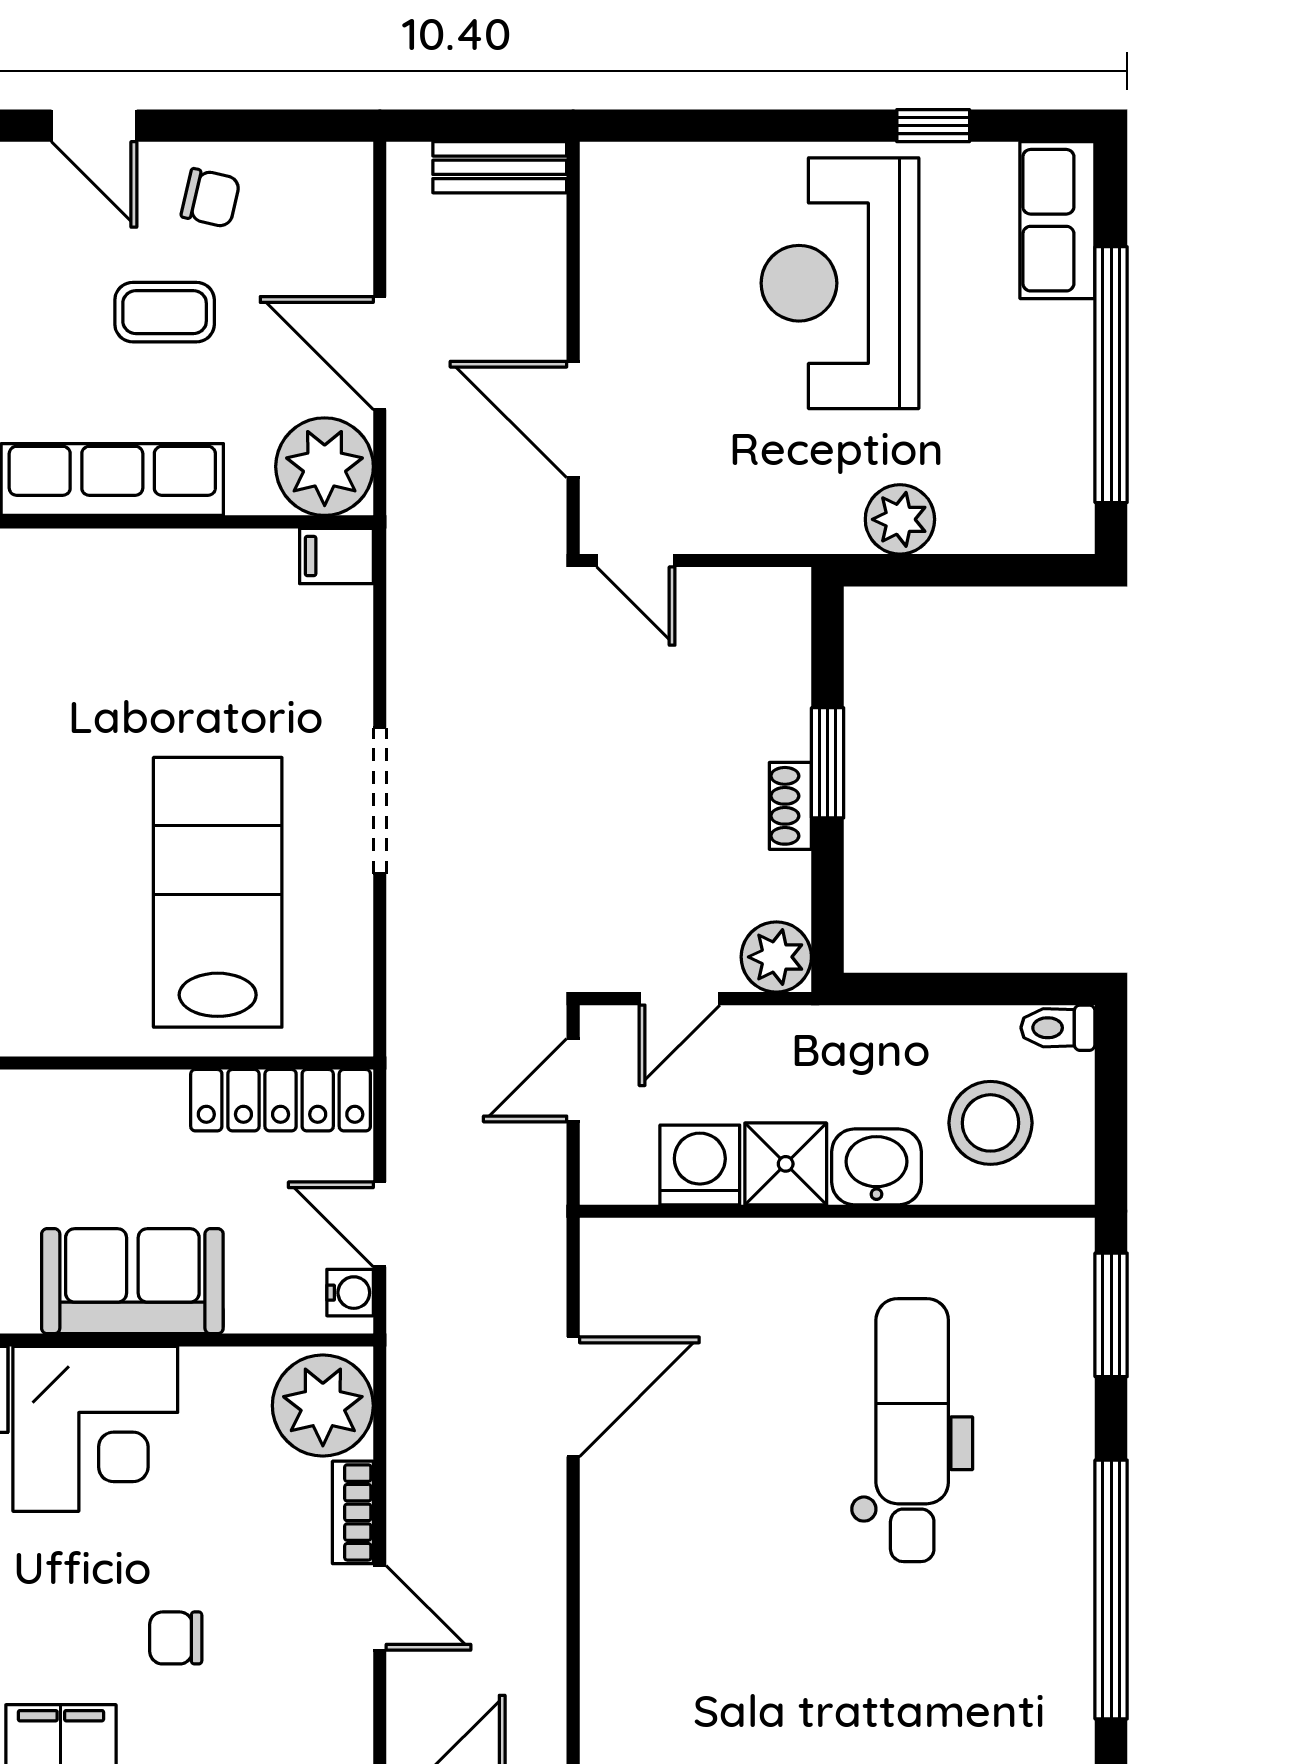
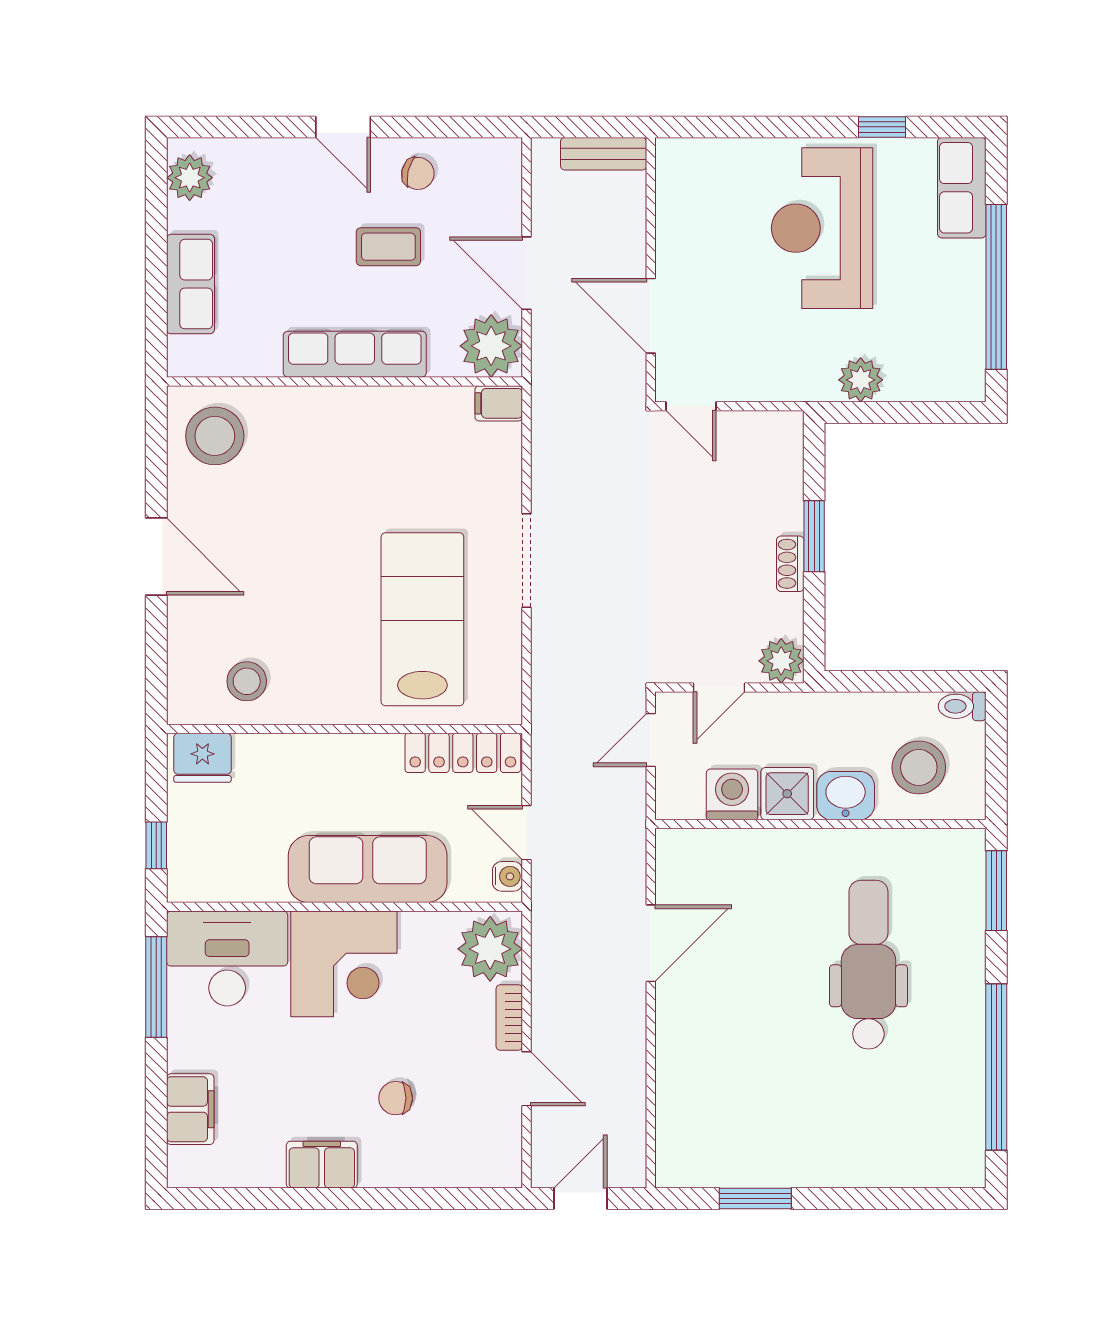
sofa: (132, 1281) -> (368, 869), width x1.36

